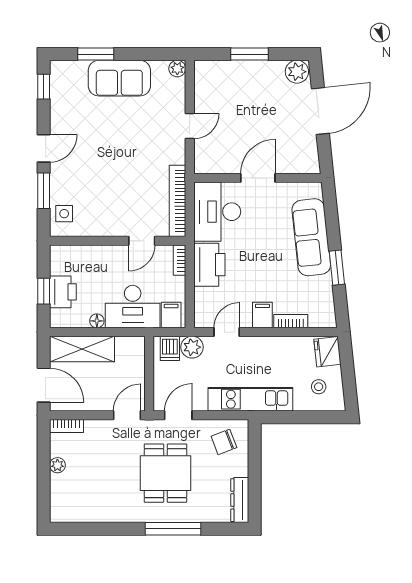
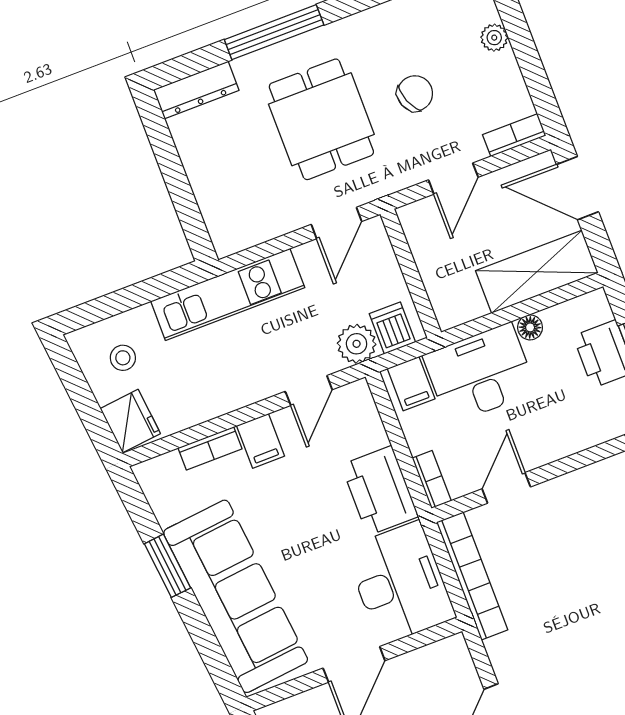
sofa: (311, 237) -> (236, 596), width x1.36, depth x1.27
door: (127, 415) -> (453, 179), moved
chair: (224, 442) -> (415, 93), moved
plant: (57, 465) -> (494, 38), moved
dresser: (240, 500) -> (196, 90), moved, turned 90

